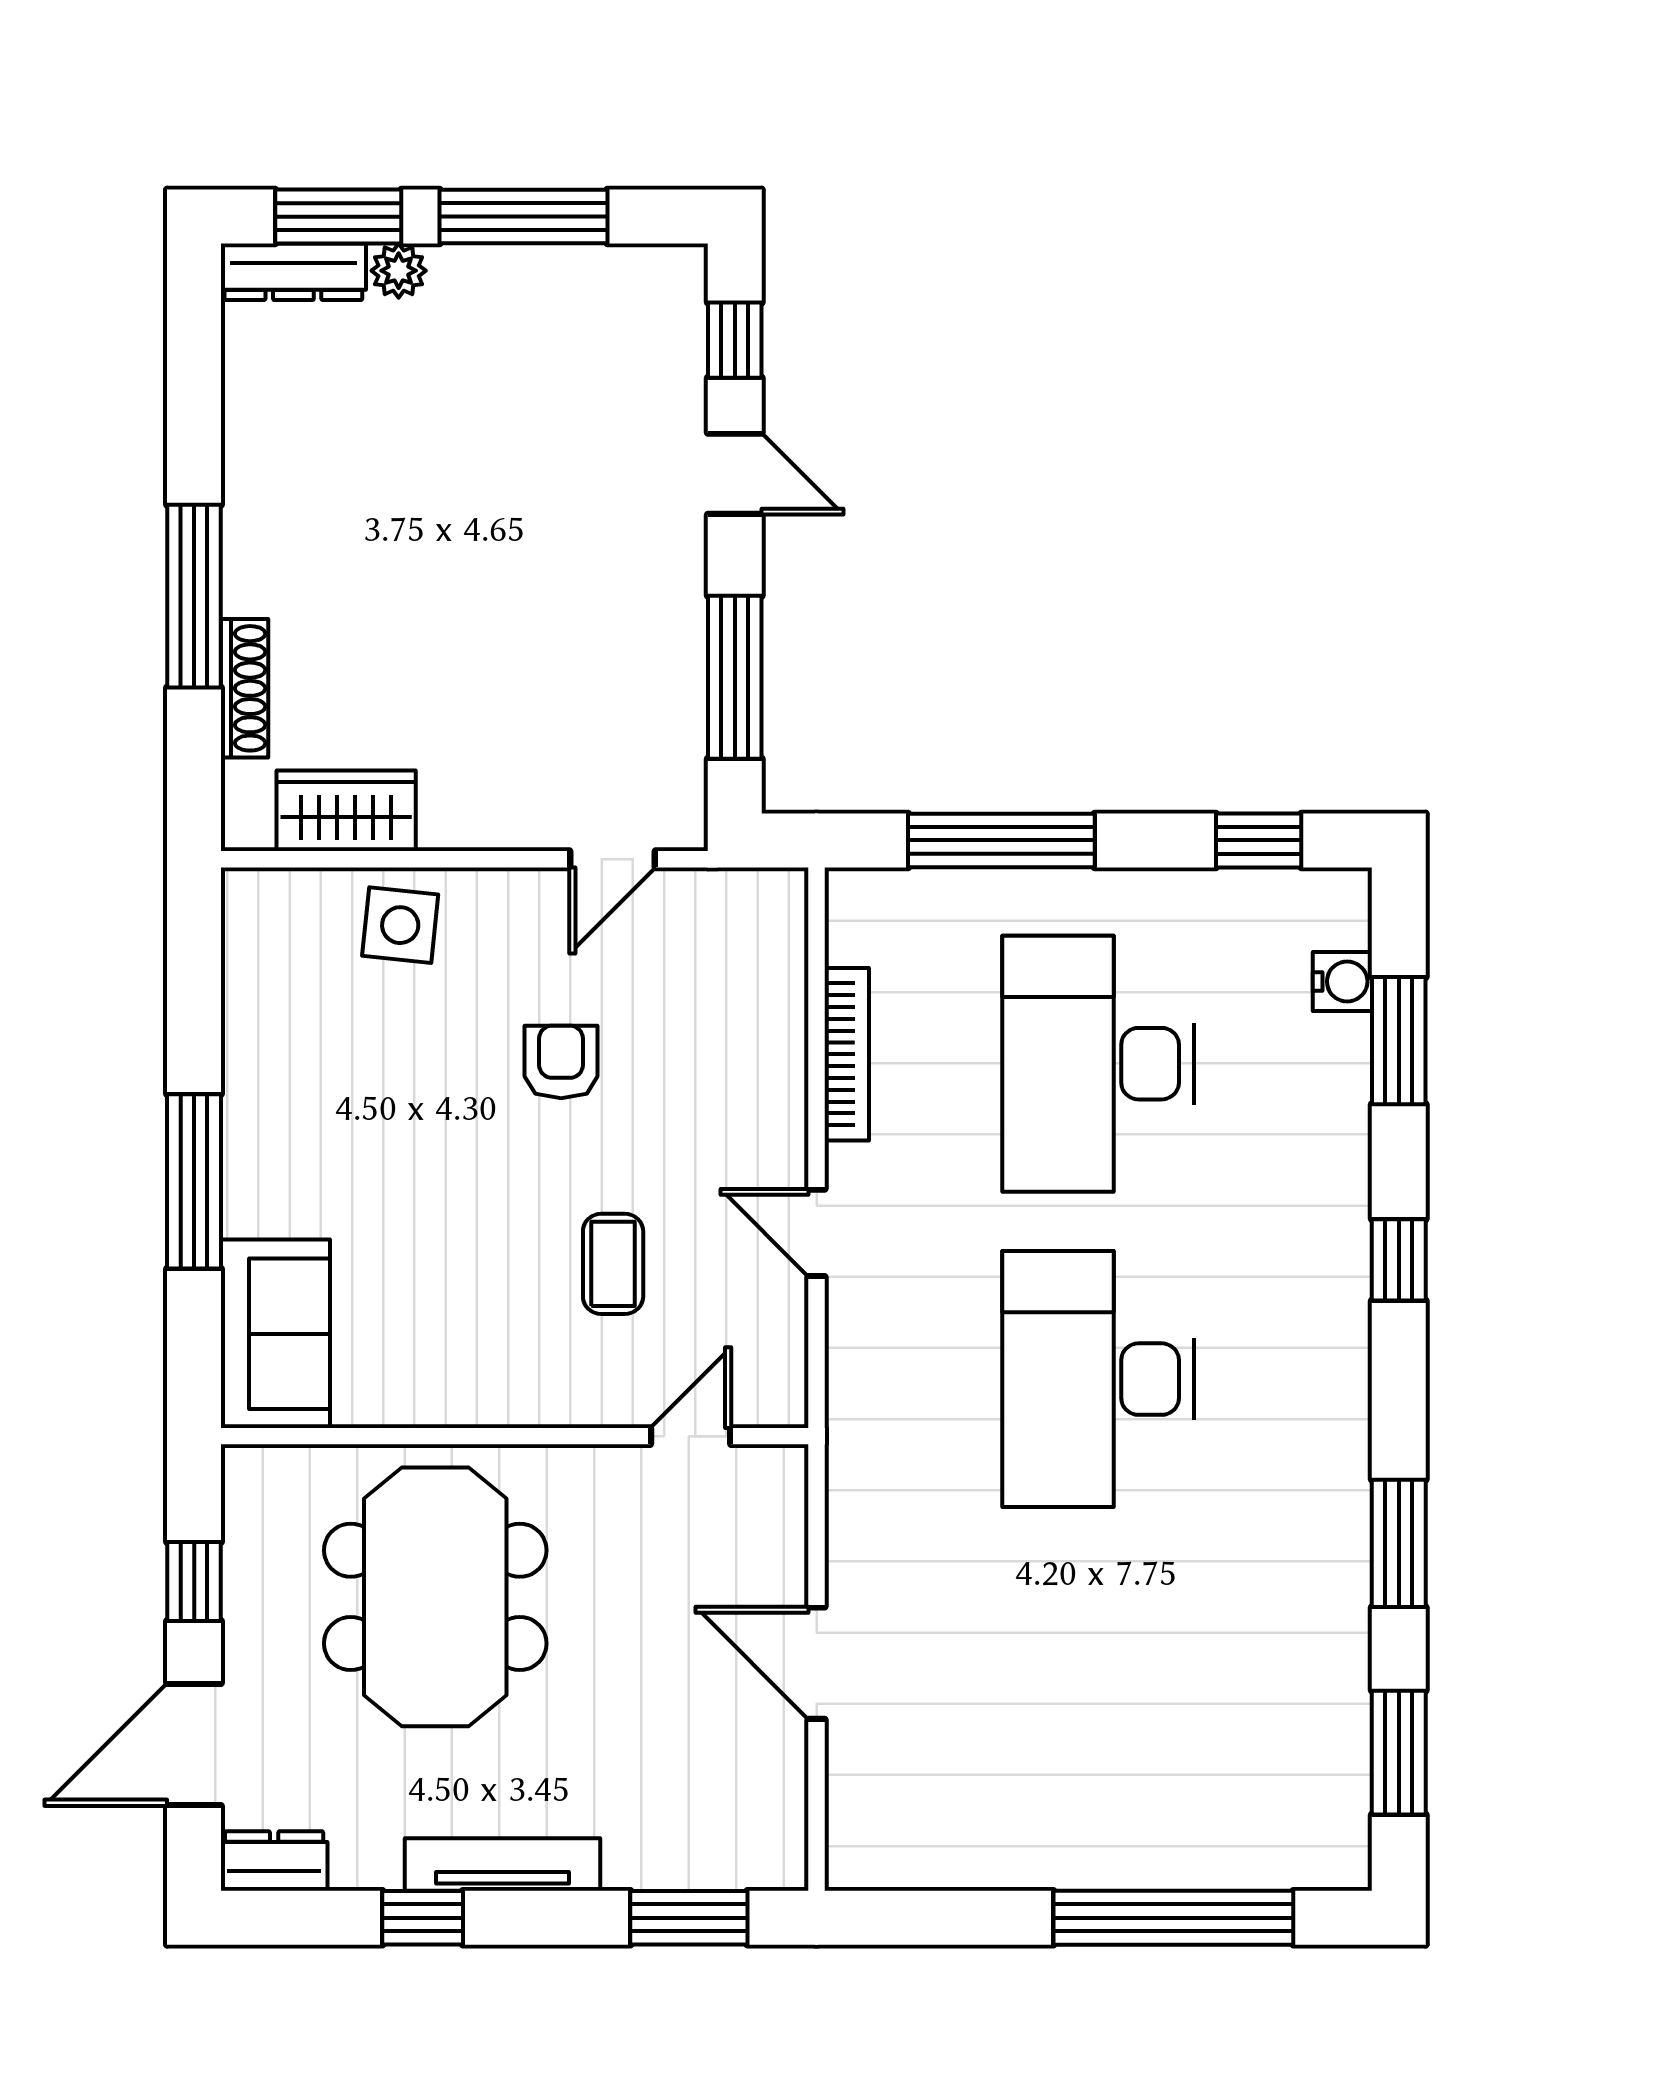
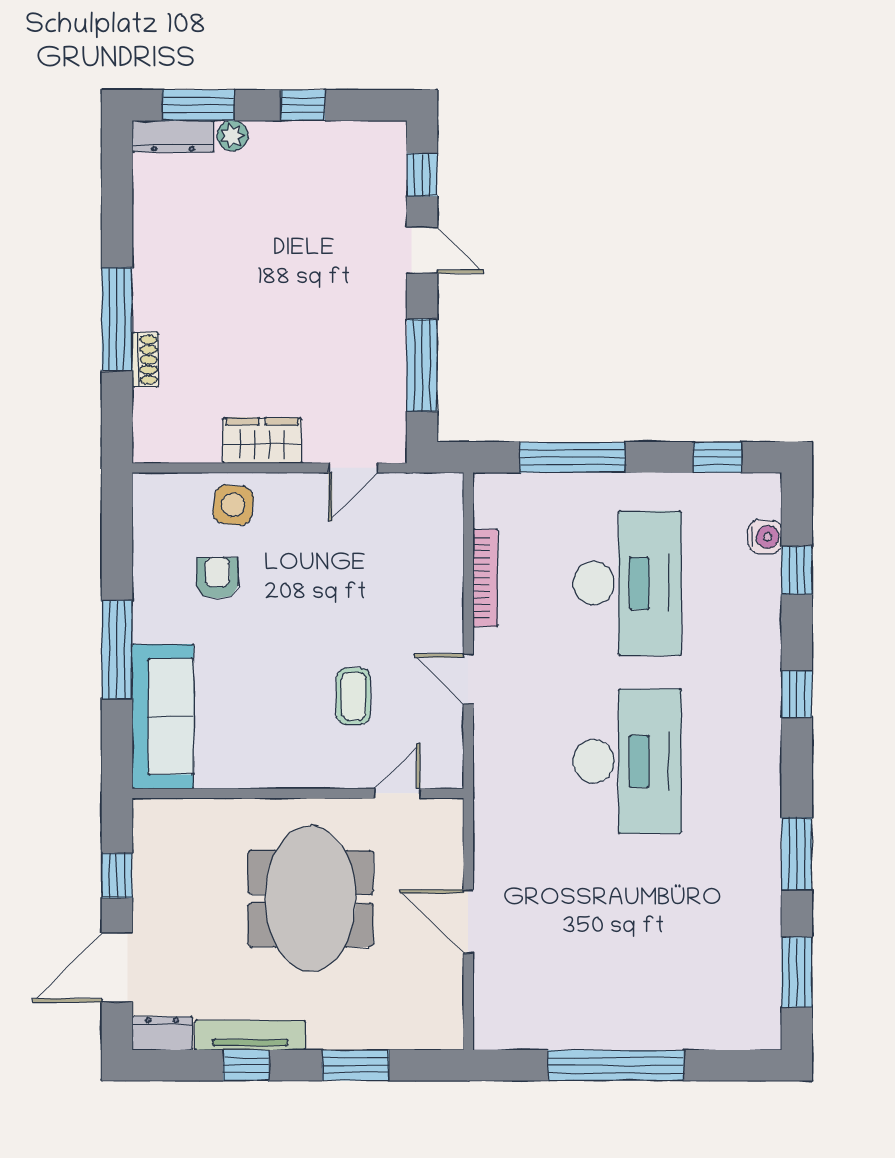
window: (523, 217) -> (303, 105), width x0.46
shoe rack: (244, 688) -> (145, 360), width x0.70
wardrobe: (346, 811) -> (262, 441), moved
window: (1399, 1041) -> (797, 570), width x0.67
armchair: (561, 1062) -> (217, 578), moved
desk: (1098, 1064) -> (627, 583), turned 180
sofa: (275, 1334) -> (163, 716), width x1.36
desk: (1098, 1379) -> (627, 761), turned 180
meeting table: (435, 1597) -> (310, 899), moved
tv unit: (502, 1864) -> (250, 1035), moved
window: (689, 1918) -> (356, 1065), moved
window: (1173, 1918) -> (616, 1065), moved

